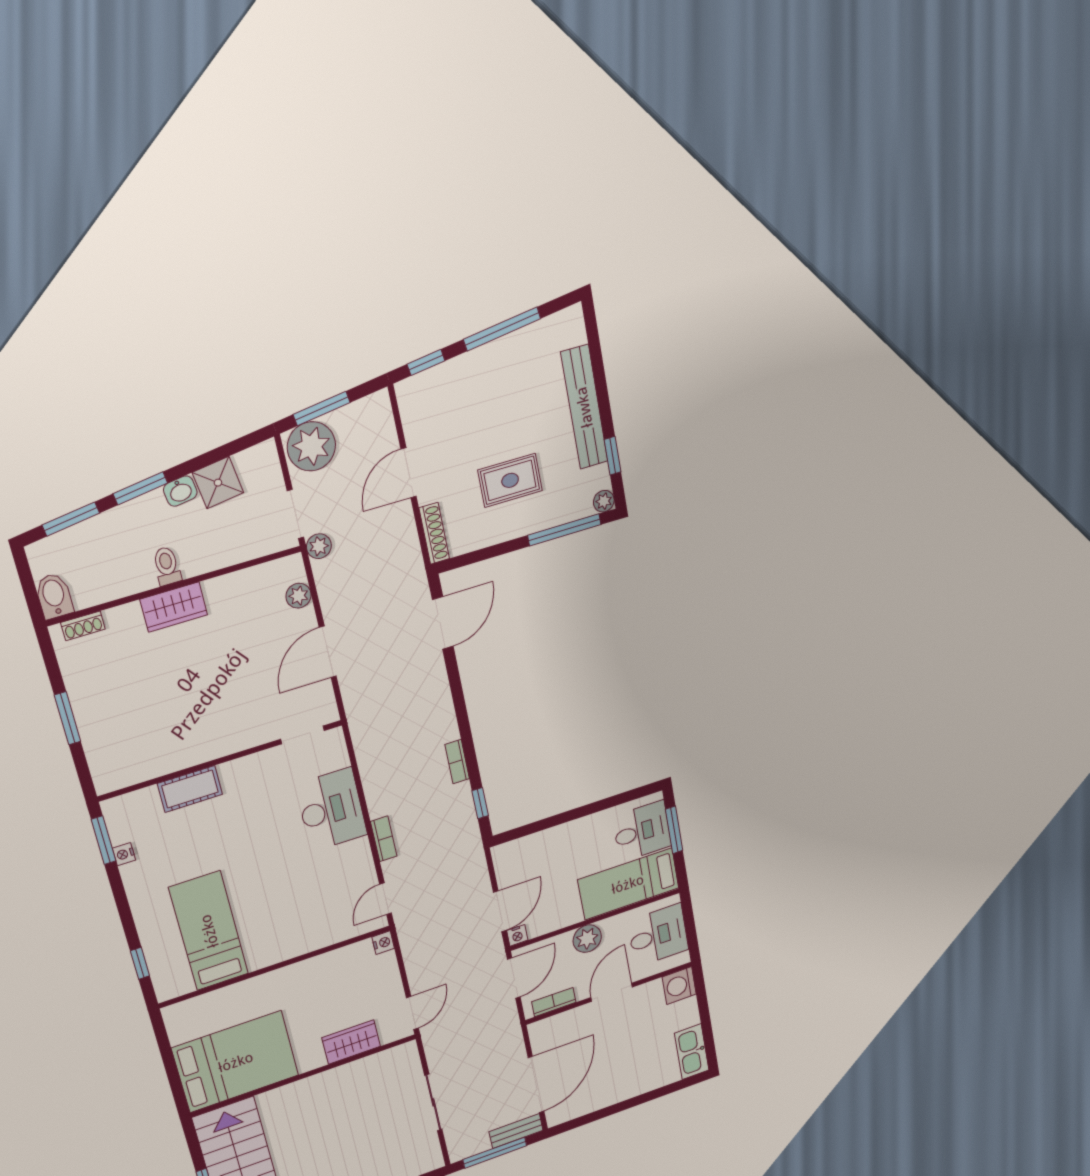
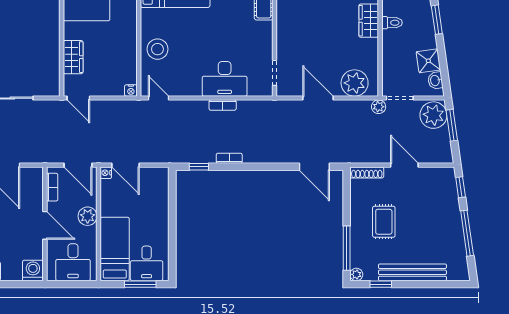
washbasin: (180, 491) -> (435, 80), moved
plant: (299, 596) -> (355, 83), width x1.87, depth x1.87
bookcase: (384, 839) -> (223, 105), moved
stool: (308, 926) -> (157, 49), added

